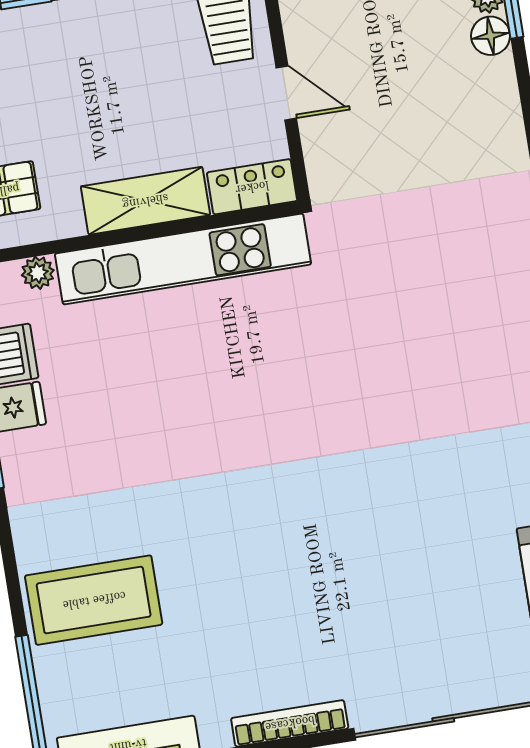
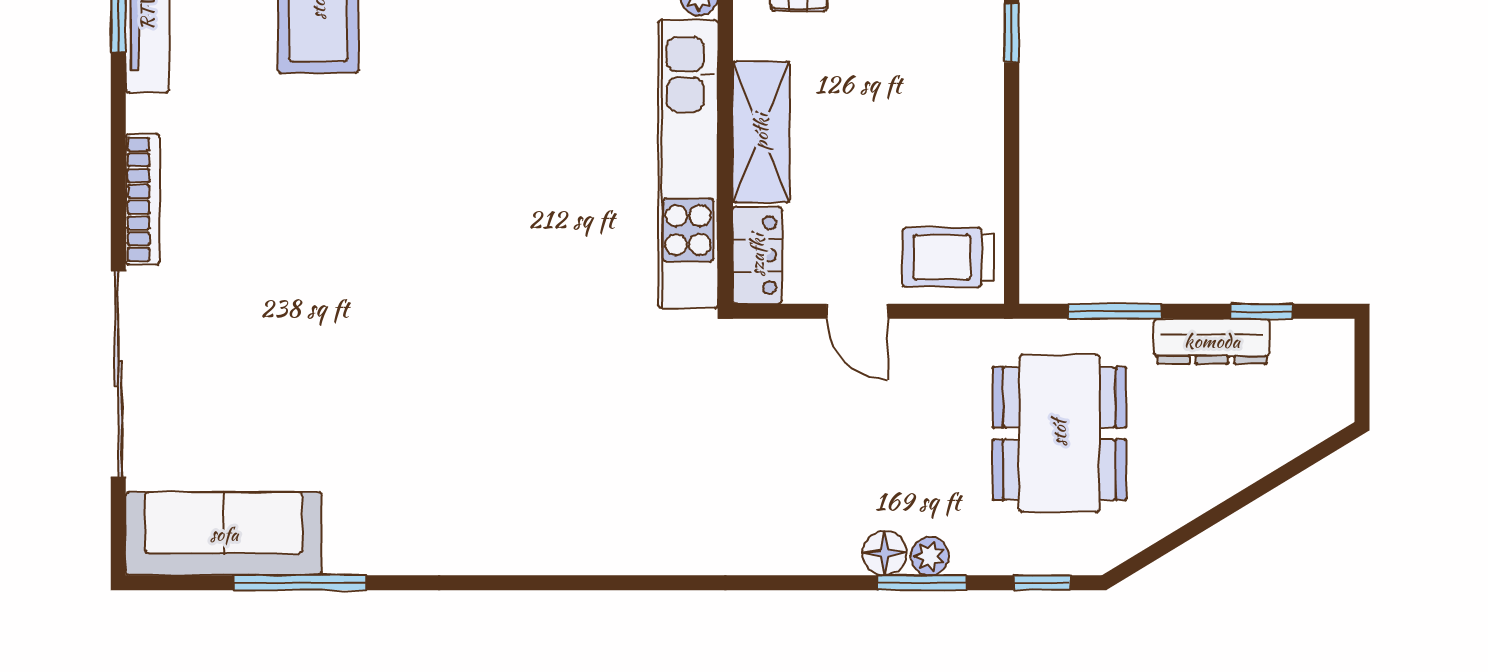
door: (286, 93) -> (857, 311), hinge flipped

